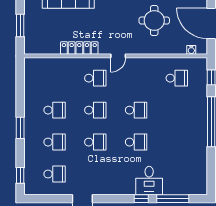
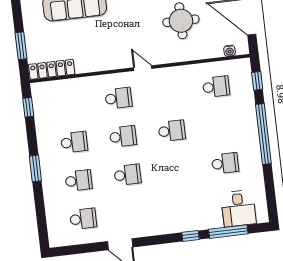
locker: (79, 48) -> (52, 69), moved
door: (118, 56) -> (143, 68), swing flipped
school desk: (136, 142) -> (225, 163), moved
window: (20, 175) -> (28, 107), moved
desk: (149, 181) -> (238, 208), moved

